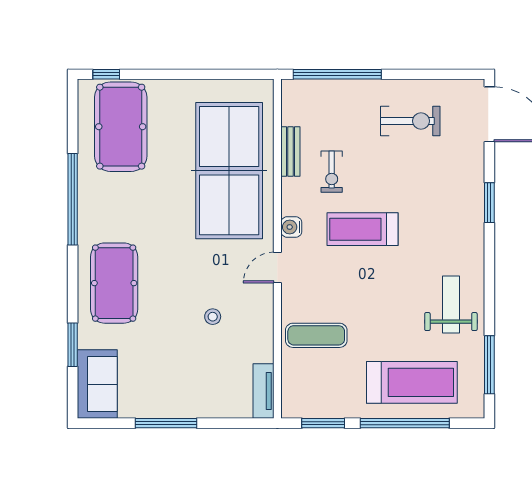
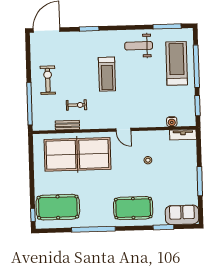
exercise bike: (410, 121) -> (48, 80), moved
water cooler: (291, 227) -> (172, 122), moved
treadmill: (363, 229) -> (107, 74), moved
exercise mat: (316, 335) -> (155, 110), removed

